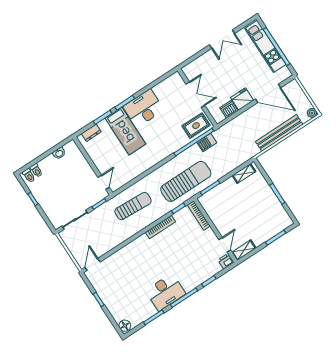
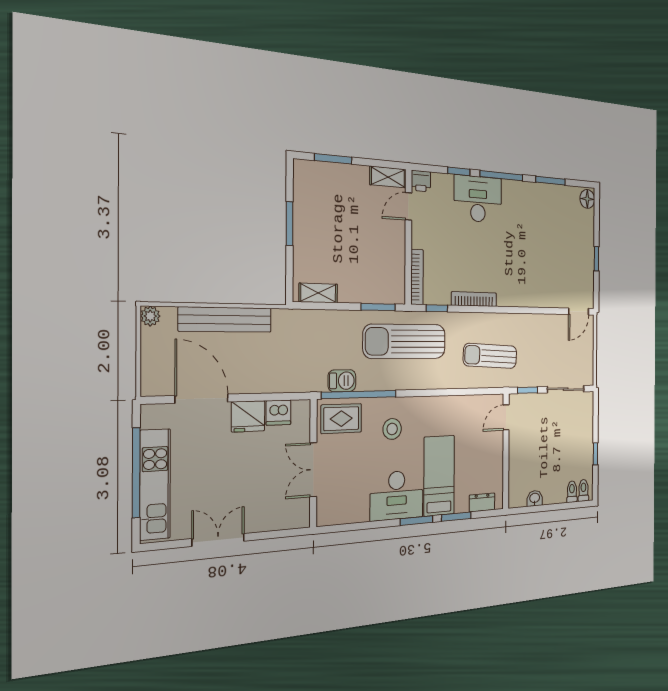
stool: (166, 137) -> (392, 429), added
desk: (165, 292) -> (478, 199), moved

